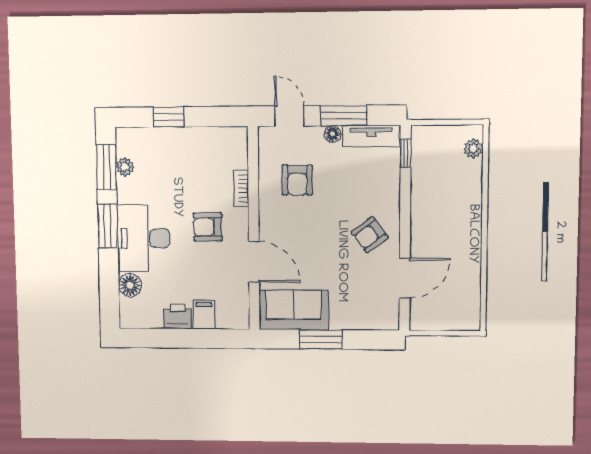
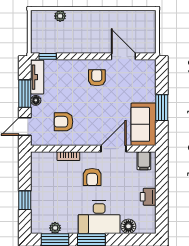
plant: (473, 149) -> (60, 16), moved
armchair: (297, 180) -> (63, 122), turned 180
armchair: (370, 235) -> (97, 78), turned -143
filing cabinet: (204, 315) -> (144, 161), moved, turned -90

